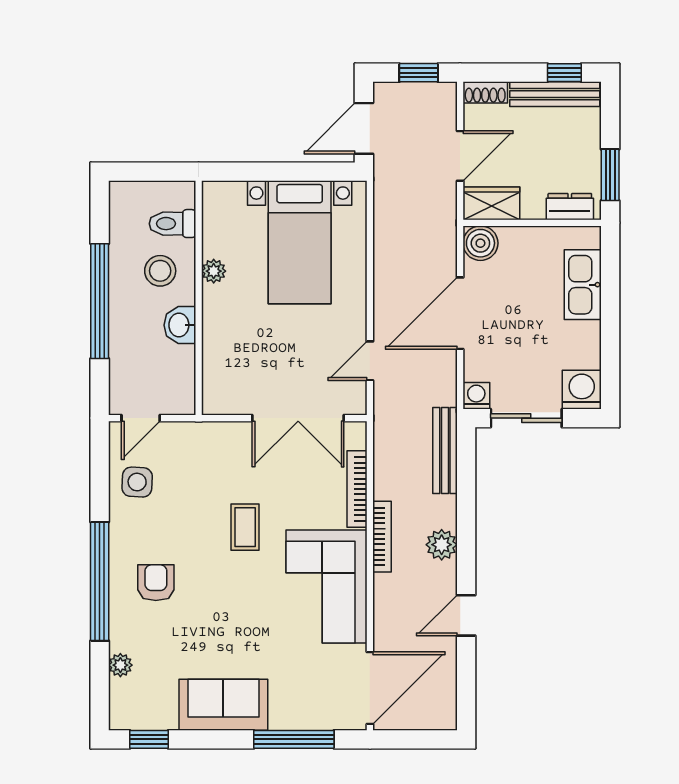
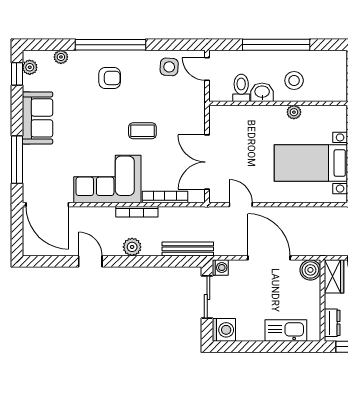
toilet: (173, 224) -> (241, 88), moved
plant: (138, 718) -> (30, 67), added

